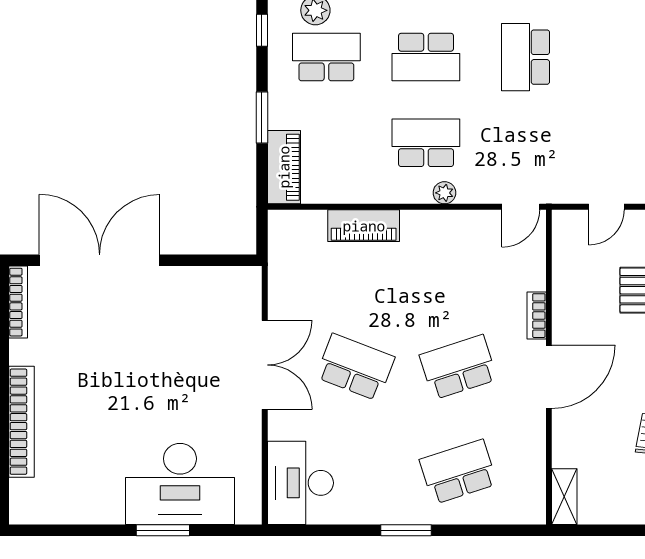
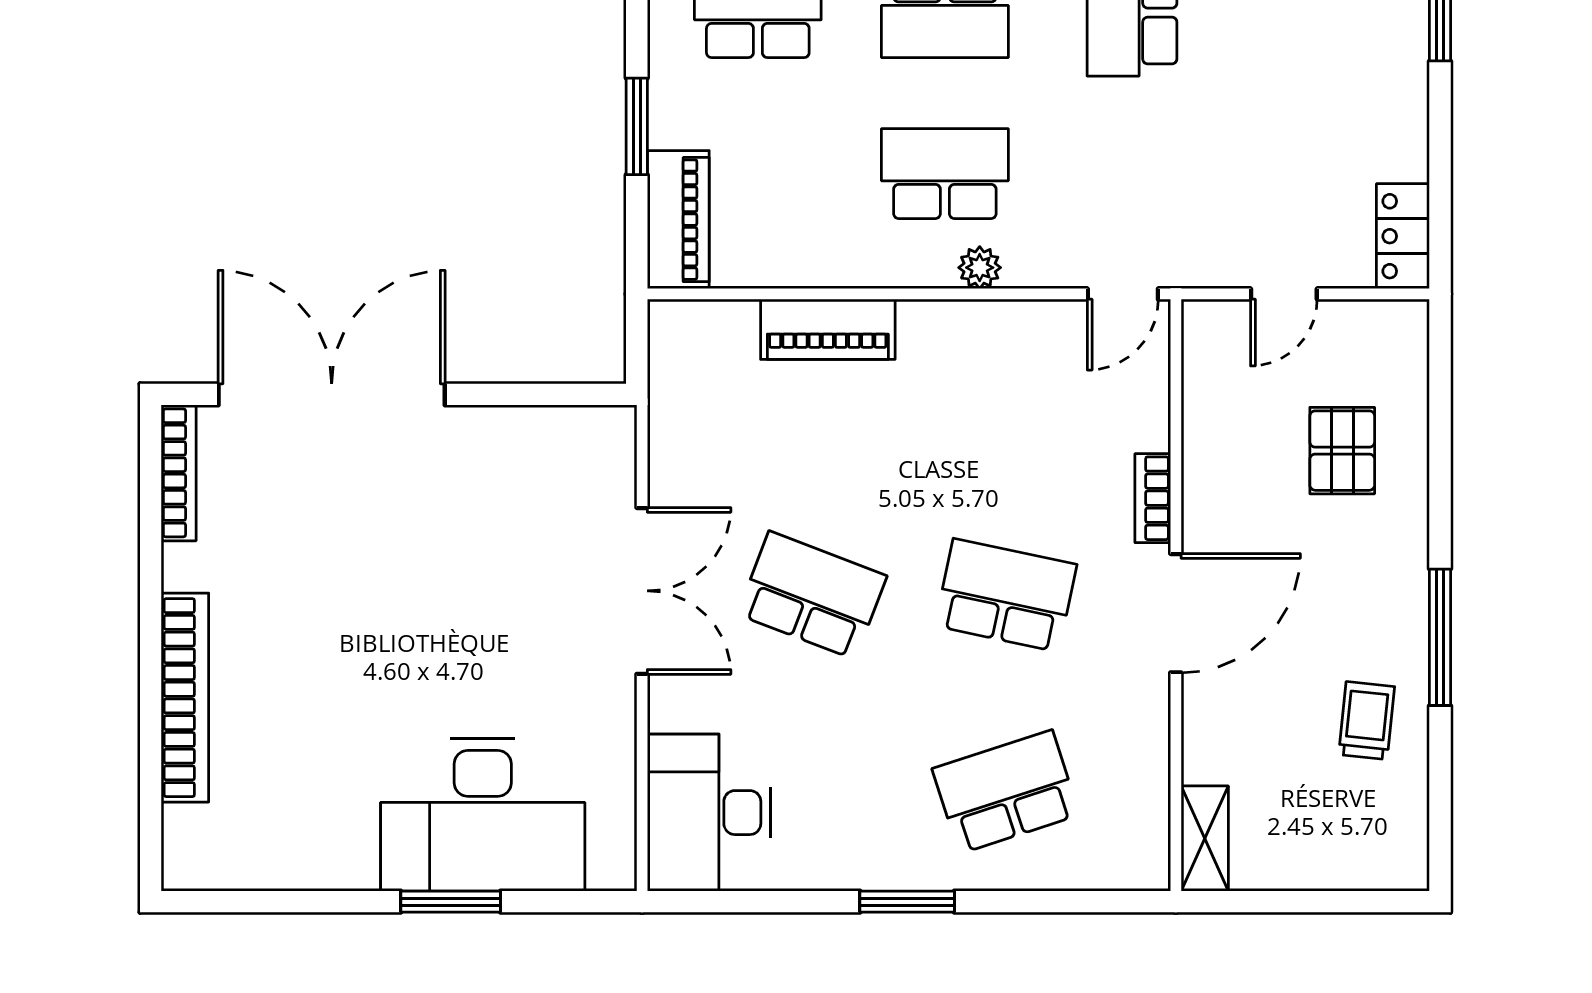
school desk: (458, 367) -> (1006, 595), turned 30

